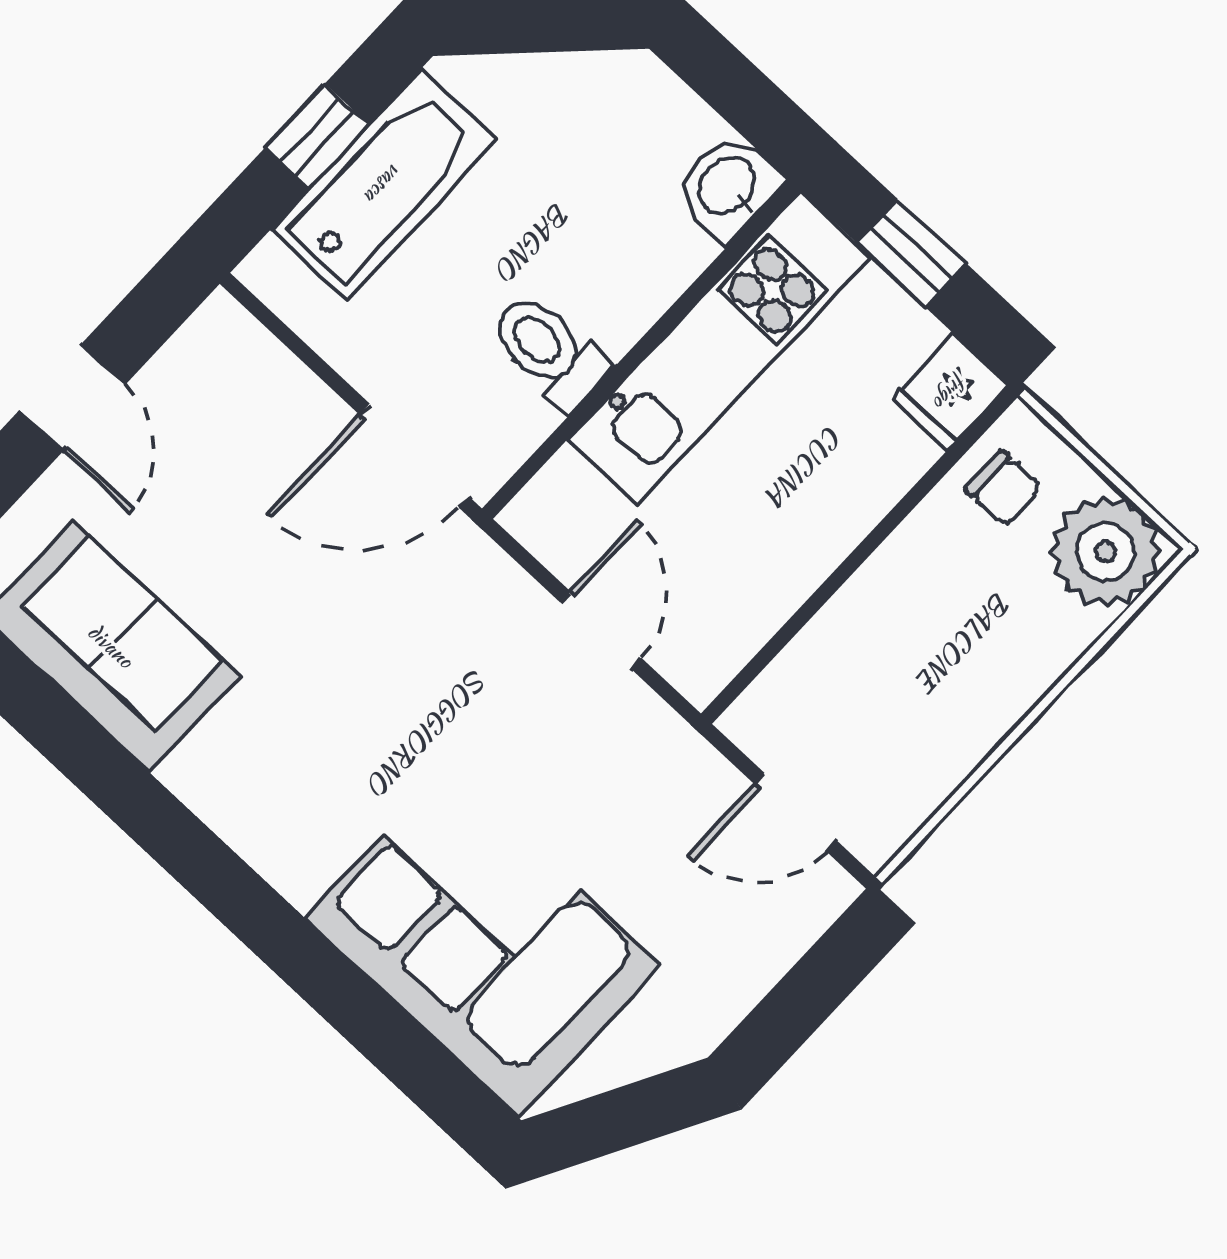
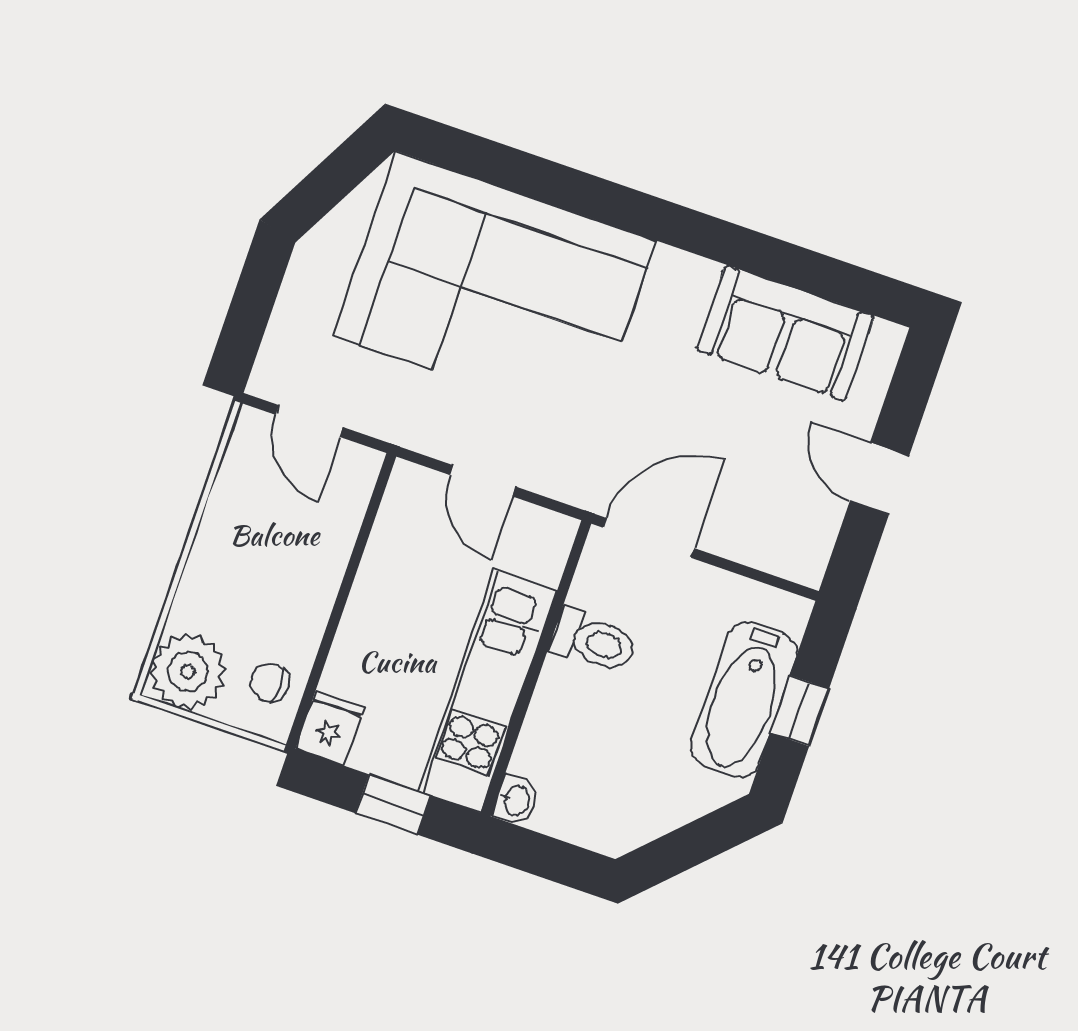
washbasin: (728, 187) -> (516, 800), width x0.72, depth x0.69
door: (795, 812) -> (309, 421), swing flipped
corner sofa: (483, 942) -> (495, 288), width x1.36, depth x1.36

